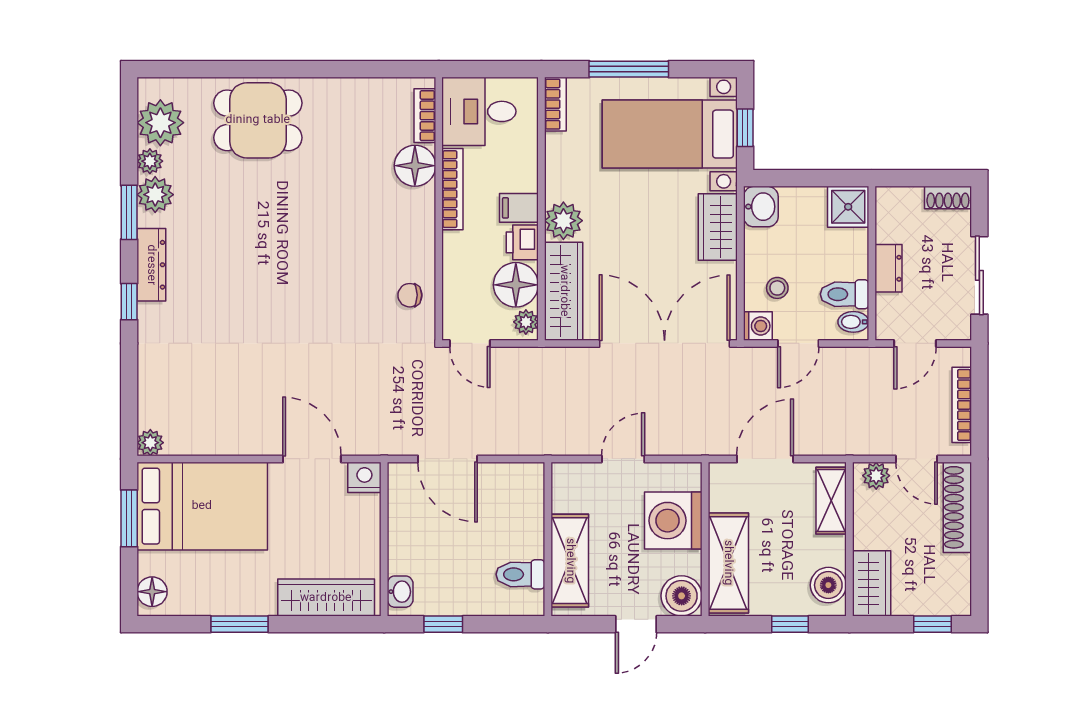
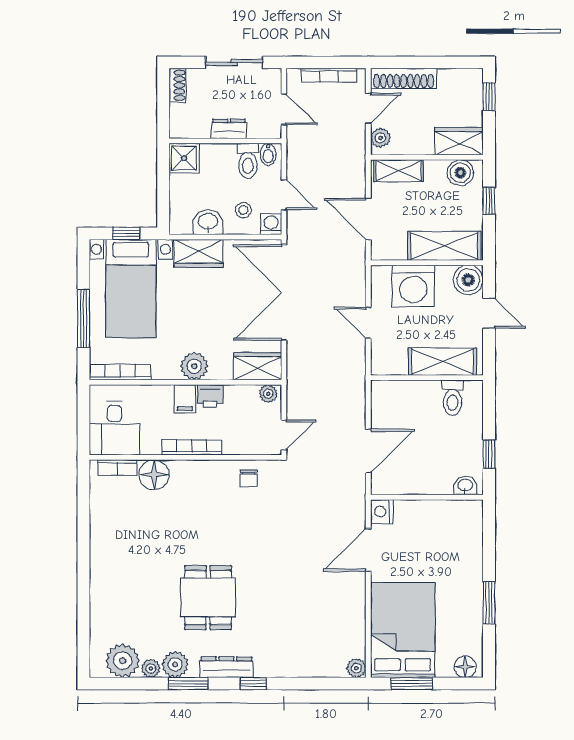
bookcase: (555, 104) -> (120, 372), width x1.56
dining table: (258, 120) -> (208, 598), moved
bookcase: (452, 189) -> (192, 447), moved
washbasin: (761, 207) -> (208, 222), moved
floor lamp: (516, 285) -> (241, 401), removed
wardrobe: (564, 291) -> (258, 366), width x0.67
wardrobe: (326, 598) -> (469, 540), removed

